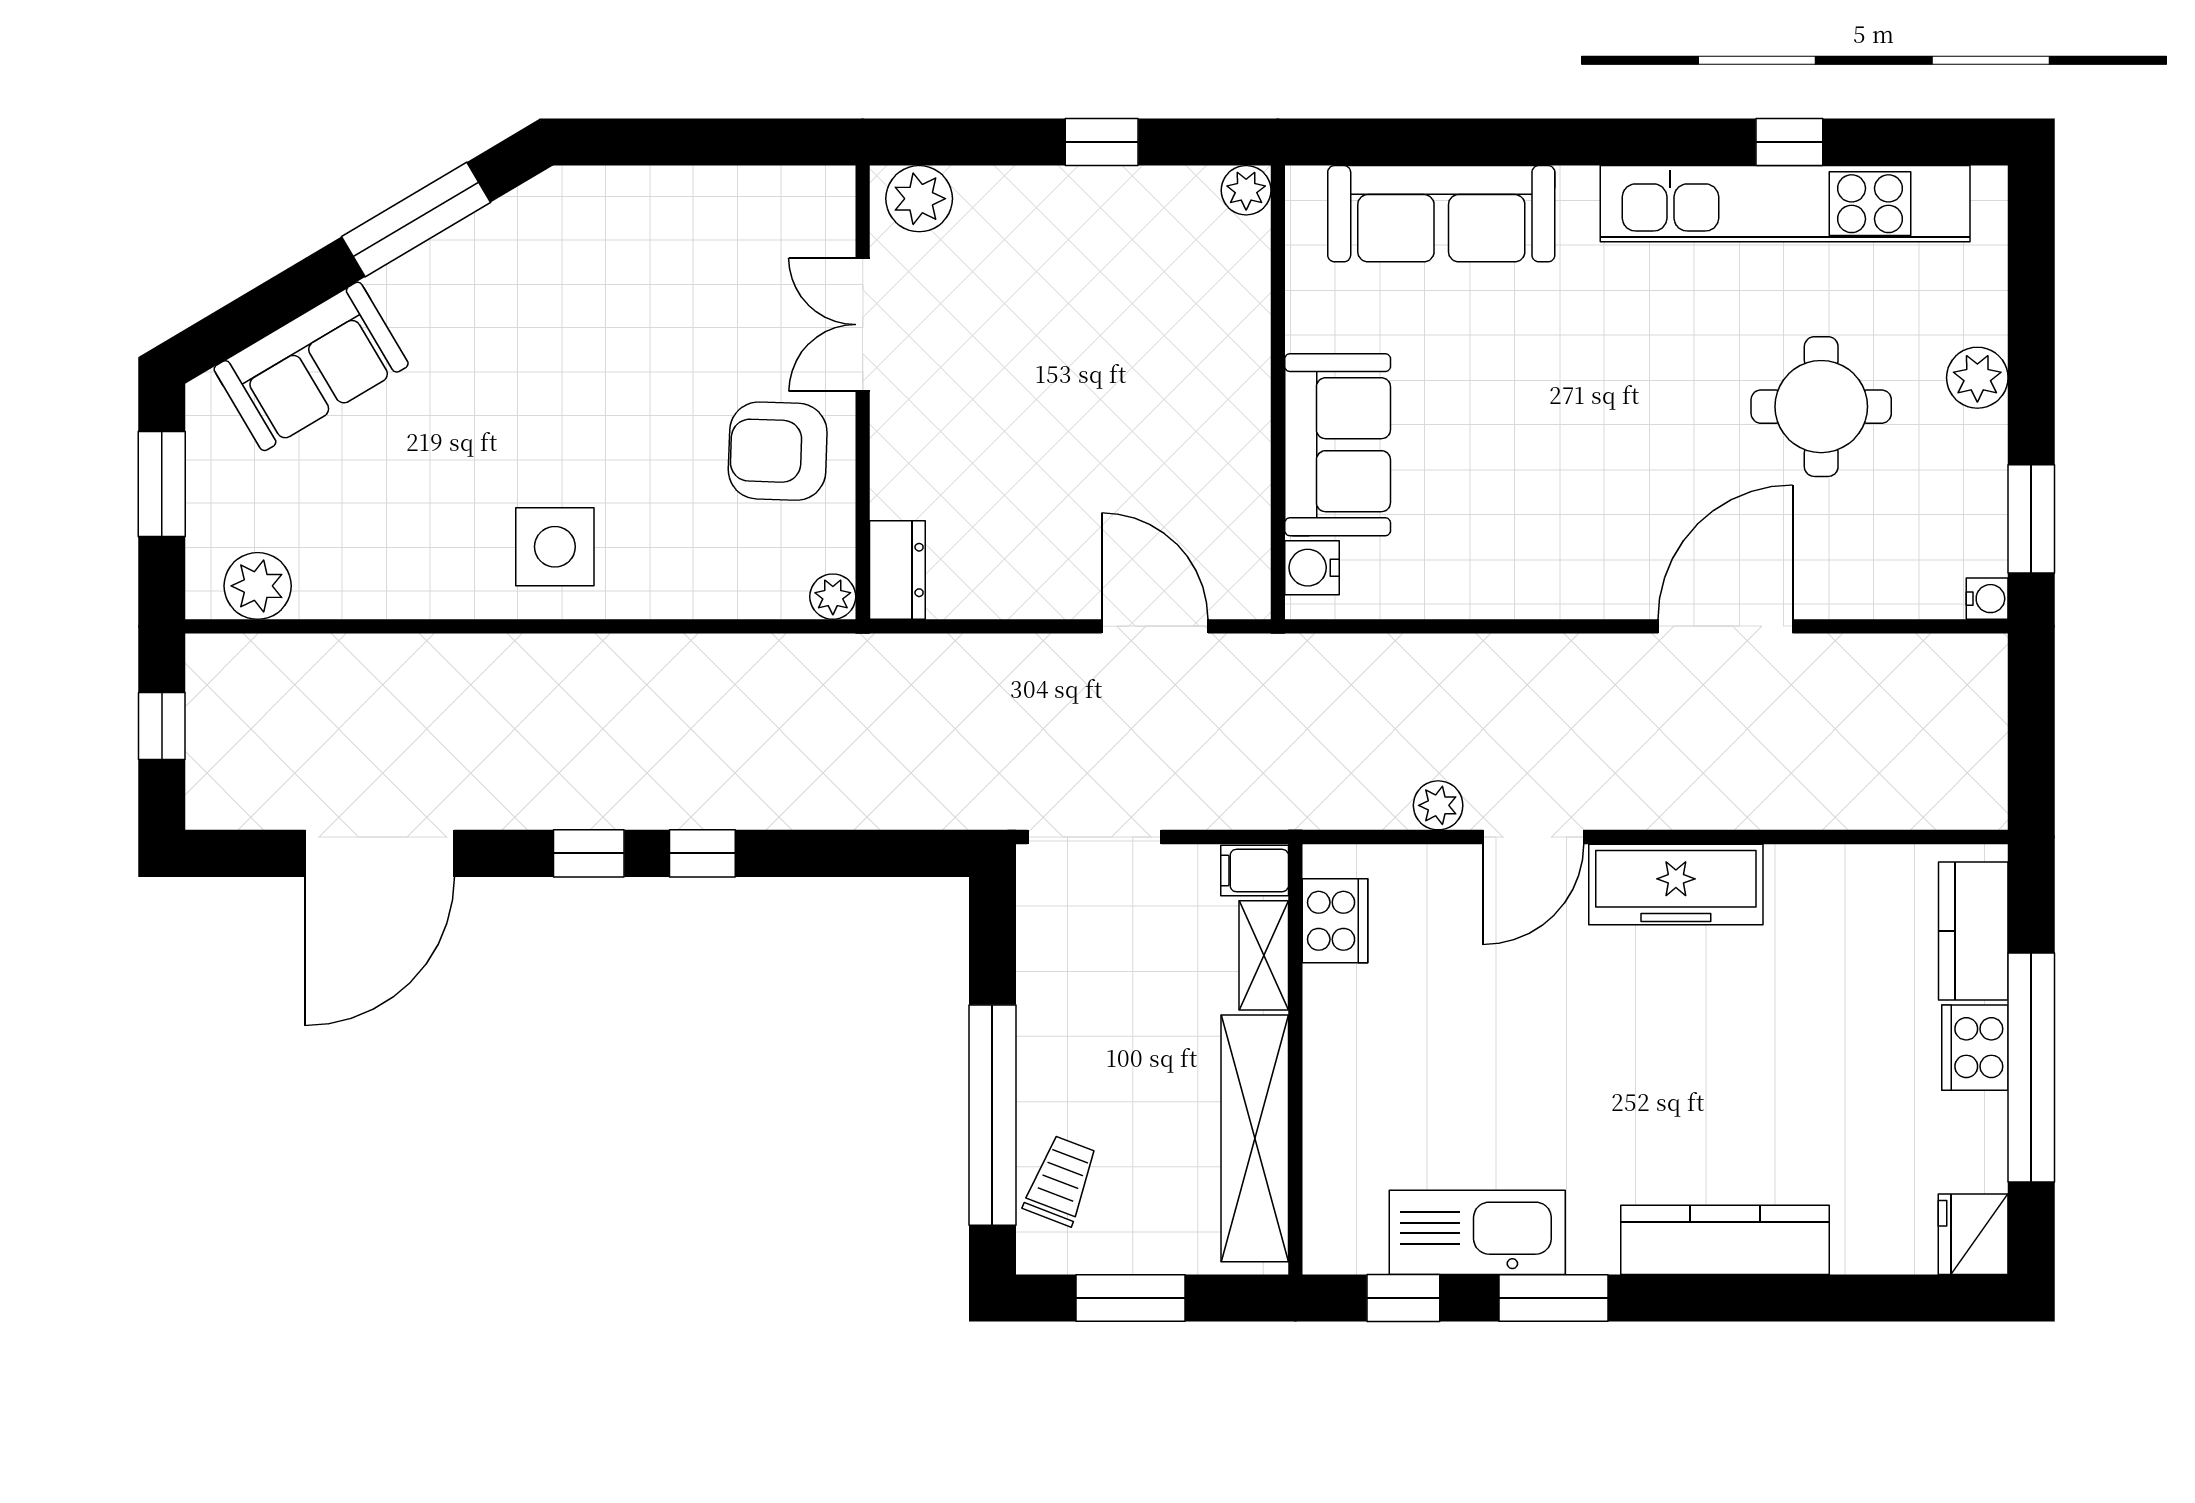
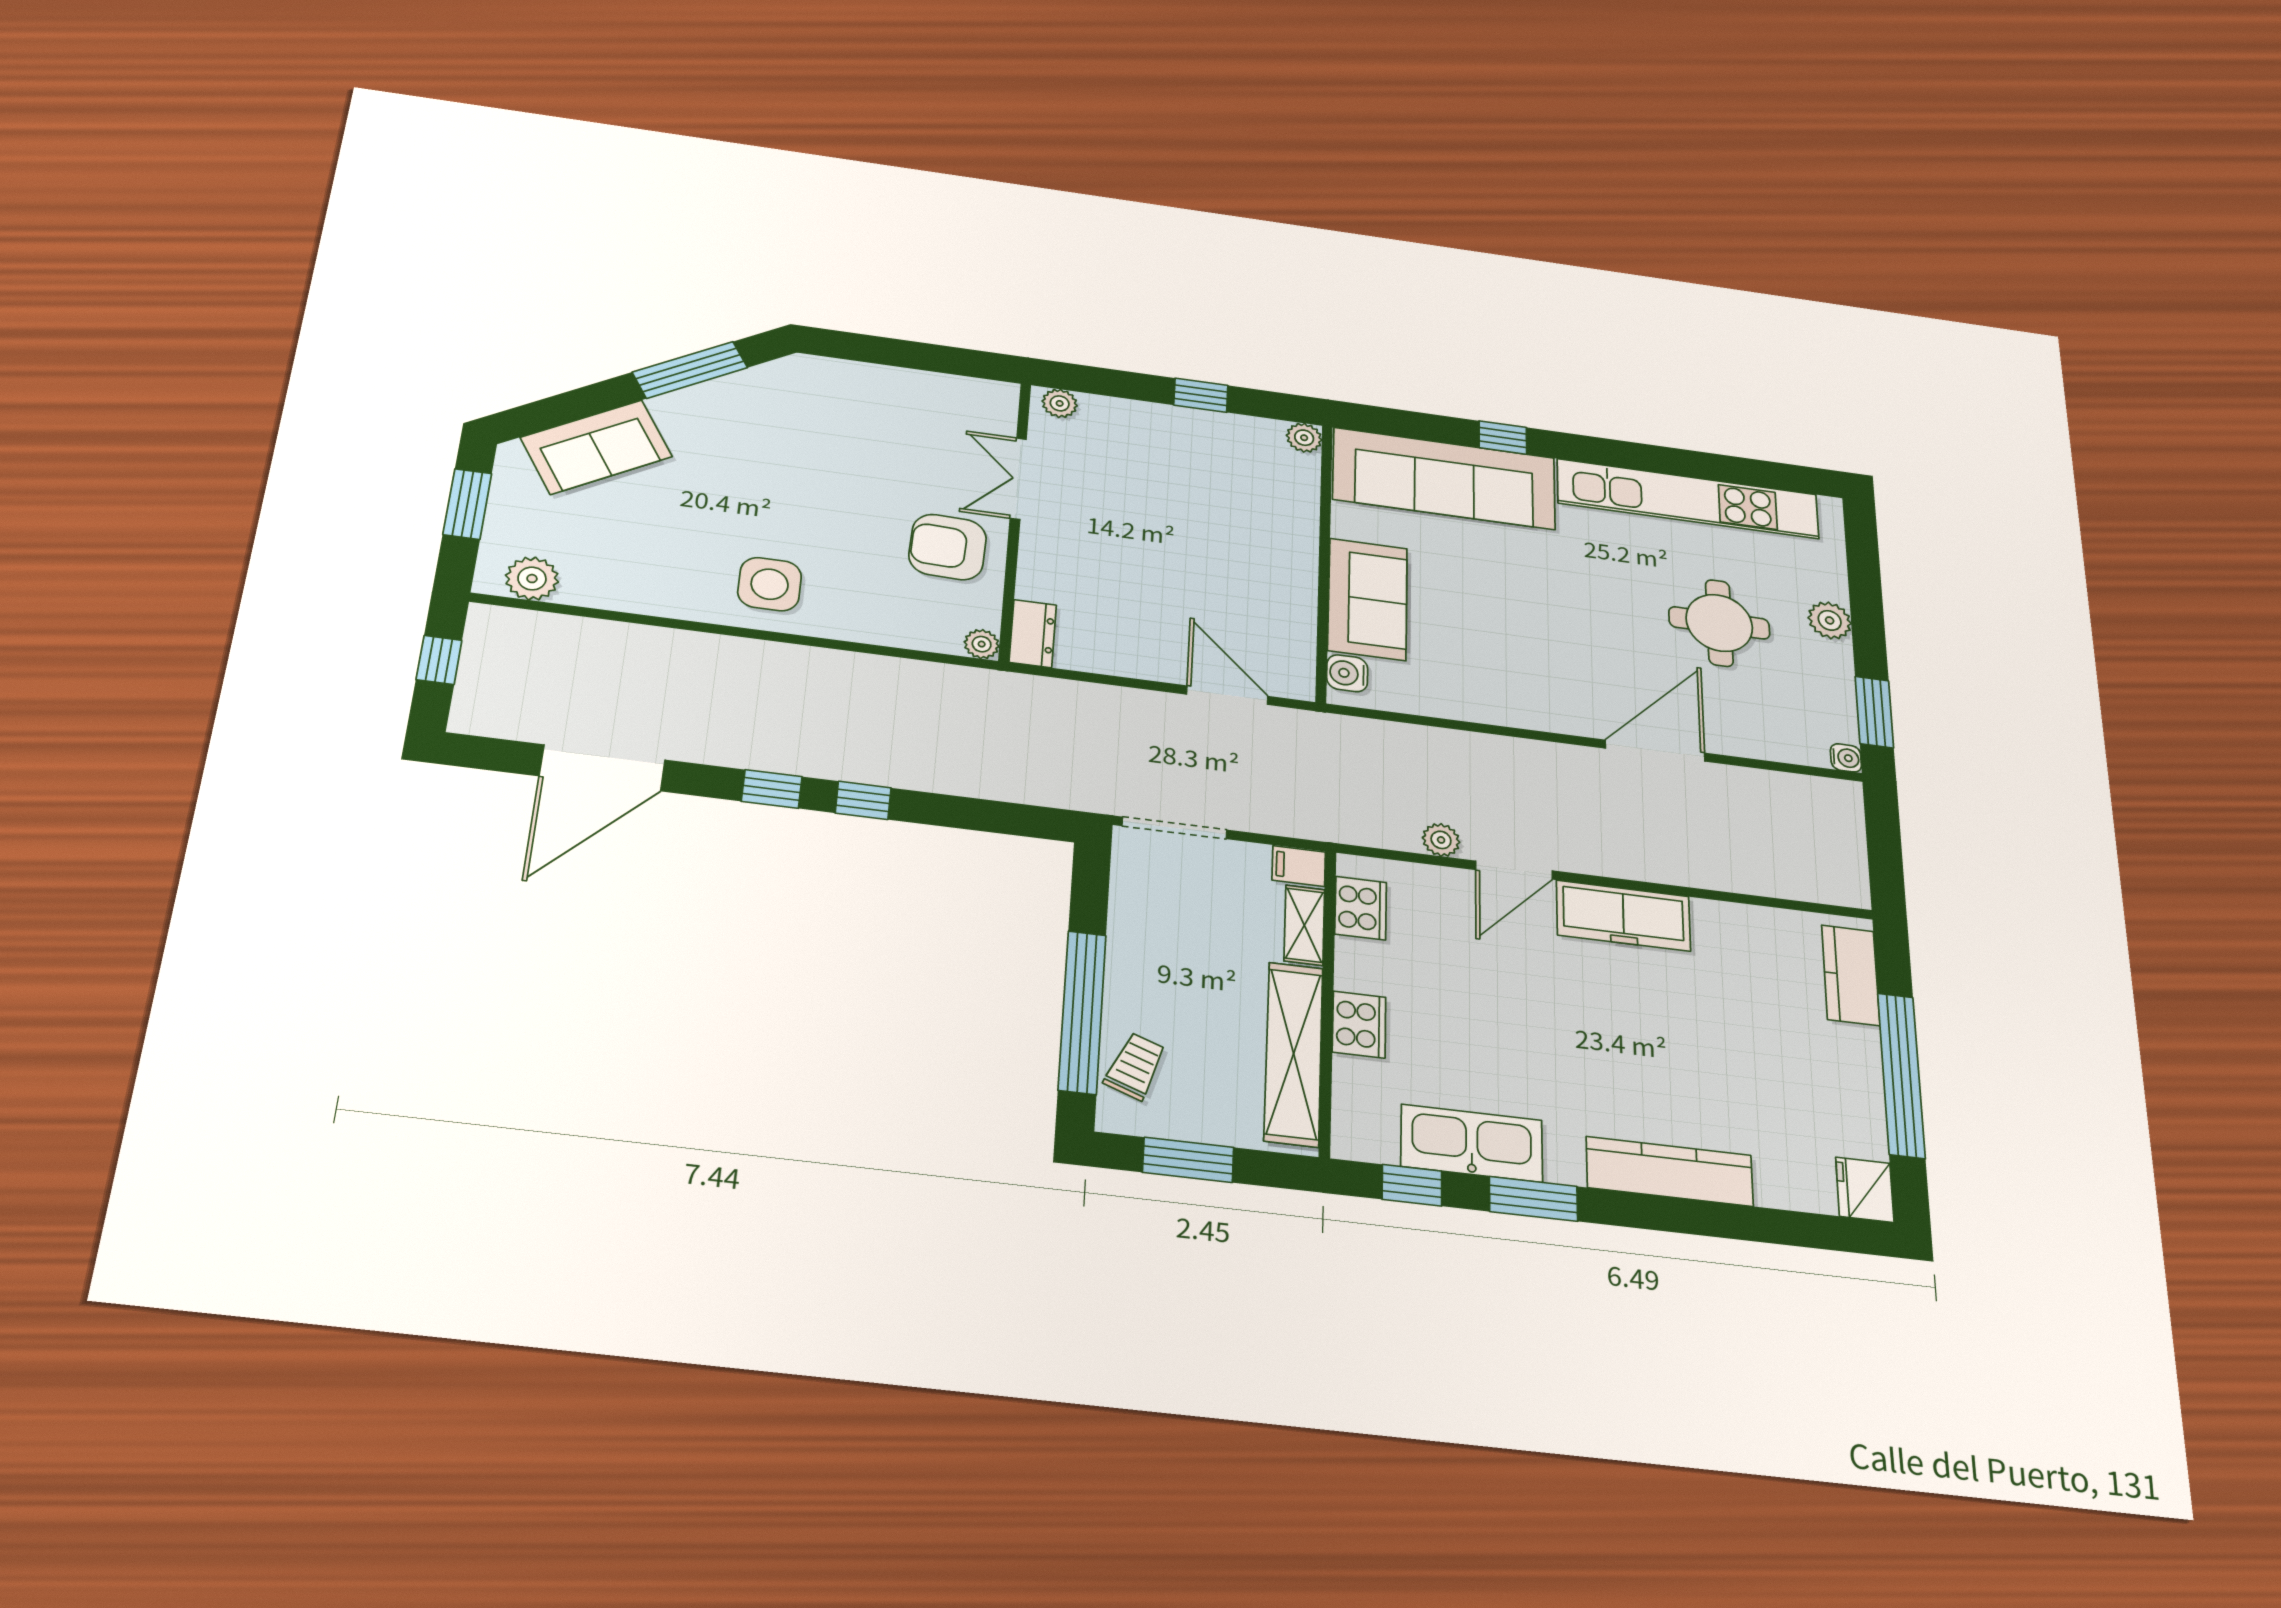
window: (1789, 142) -> (1503, 437), moved
plant: (919, 199) -> (1060, 403), width x0.73, depth x0.73
sofa: (1441, 214) -> (1444, 478), width x1.36, depth x1.27
cooker: (1975, 1048) -> (1359, 1025), moved, turned 180

